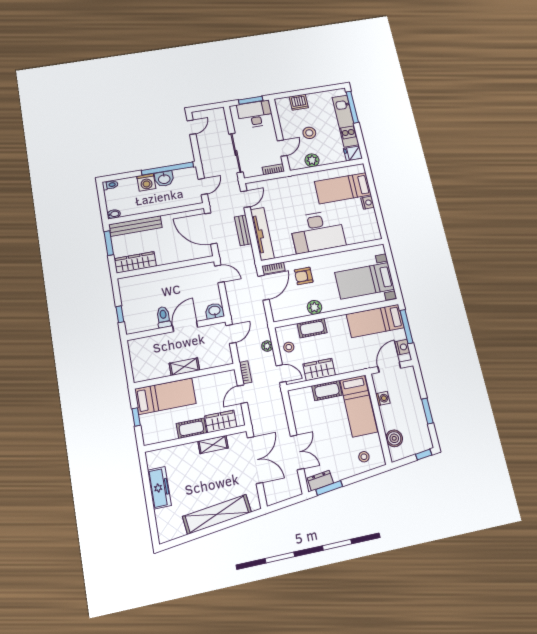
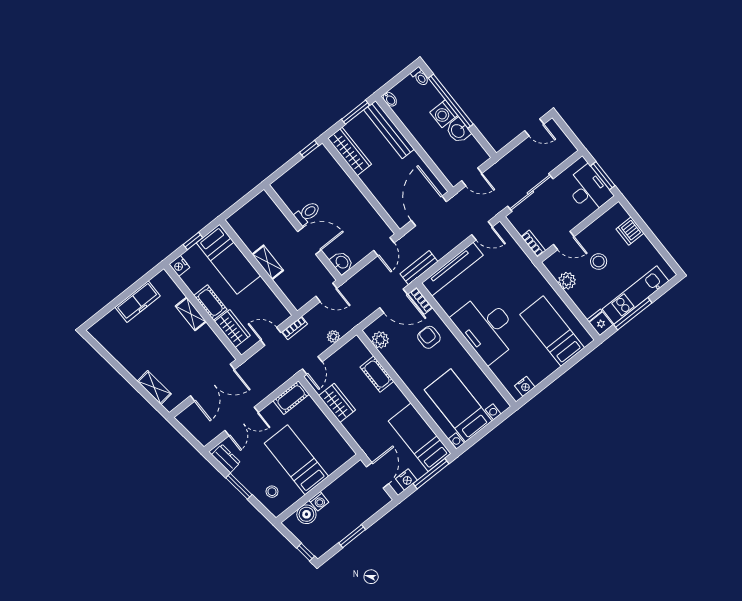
window: (352, 107) -> (633, 314), moved
window: (167, 169) -> (451, 101), moved
nightstand: (368, 203) -> (525, 386), moved
bench: (243, 230) -> (419, 268), moved
plant: (314, 307) -> (380, 340), moved
window: (120, 314) -> (309, 149), moved
stool: (289, 347) -> (344, 360), removed
door: (389, 367) -> (378, 475), hinge flipped
cot: (327, 390) -> (291, 398), moved, turned 90
washing machine: (383, 398) -> (319, 501), moved
bed: (359, 406) -> (296, 460), moved, turned 90
nightstand: (150, 438) -> (179, 266), added
shelving: (213, 445) -> (191, 314), moved
window: (329, 488) -> (239, 486), moved
shelving: (217, 514) -> (154, 388), width x0.45, depth x0.75

